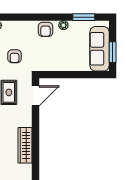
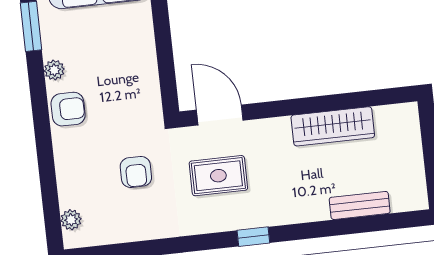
armchair: (15, 56) -> (136, 172), turned 90

